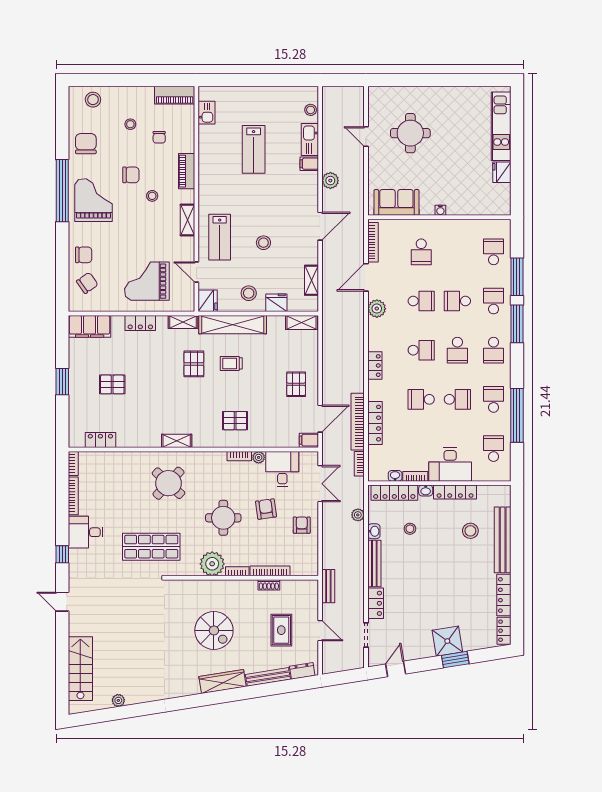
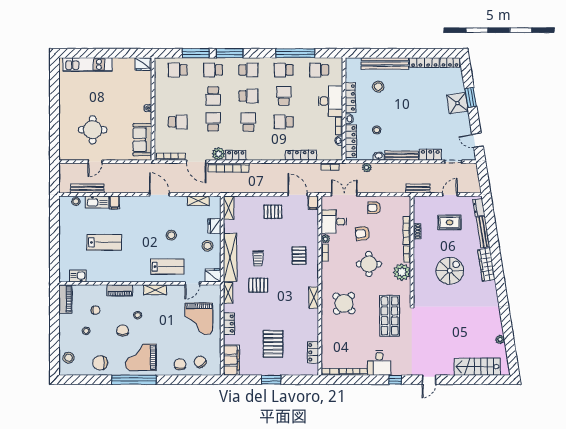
bench: (328, 126) -> (87, 189), added
fridge: (502, 172) -> (143, 64), moved
plant: (330, 181) -> (127, 187), removed
locker: (375, 366) -> (236, 155), moved
pallet: (112, 384) -> (273, 344), width x1.50, depth x1.42
school desk: (421, 399) -> (284, 122), turned 90
bookcase: (358, 422) -> (229, 168), moved

